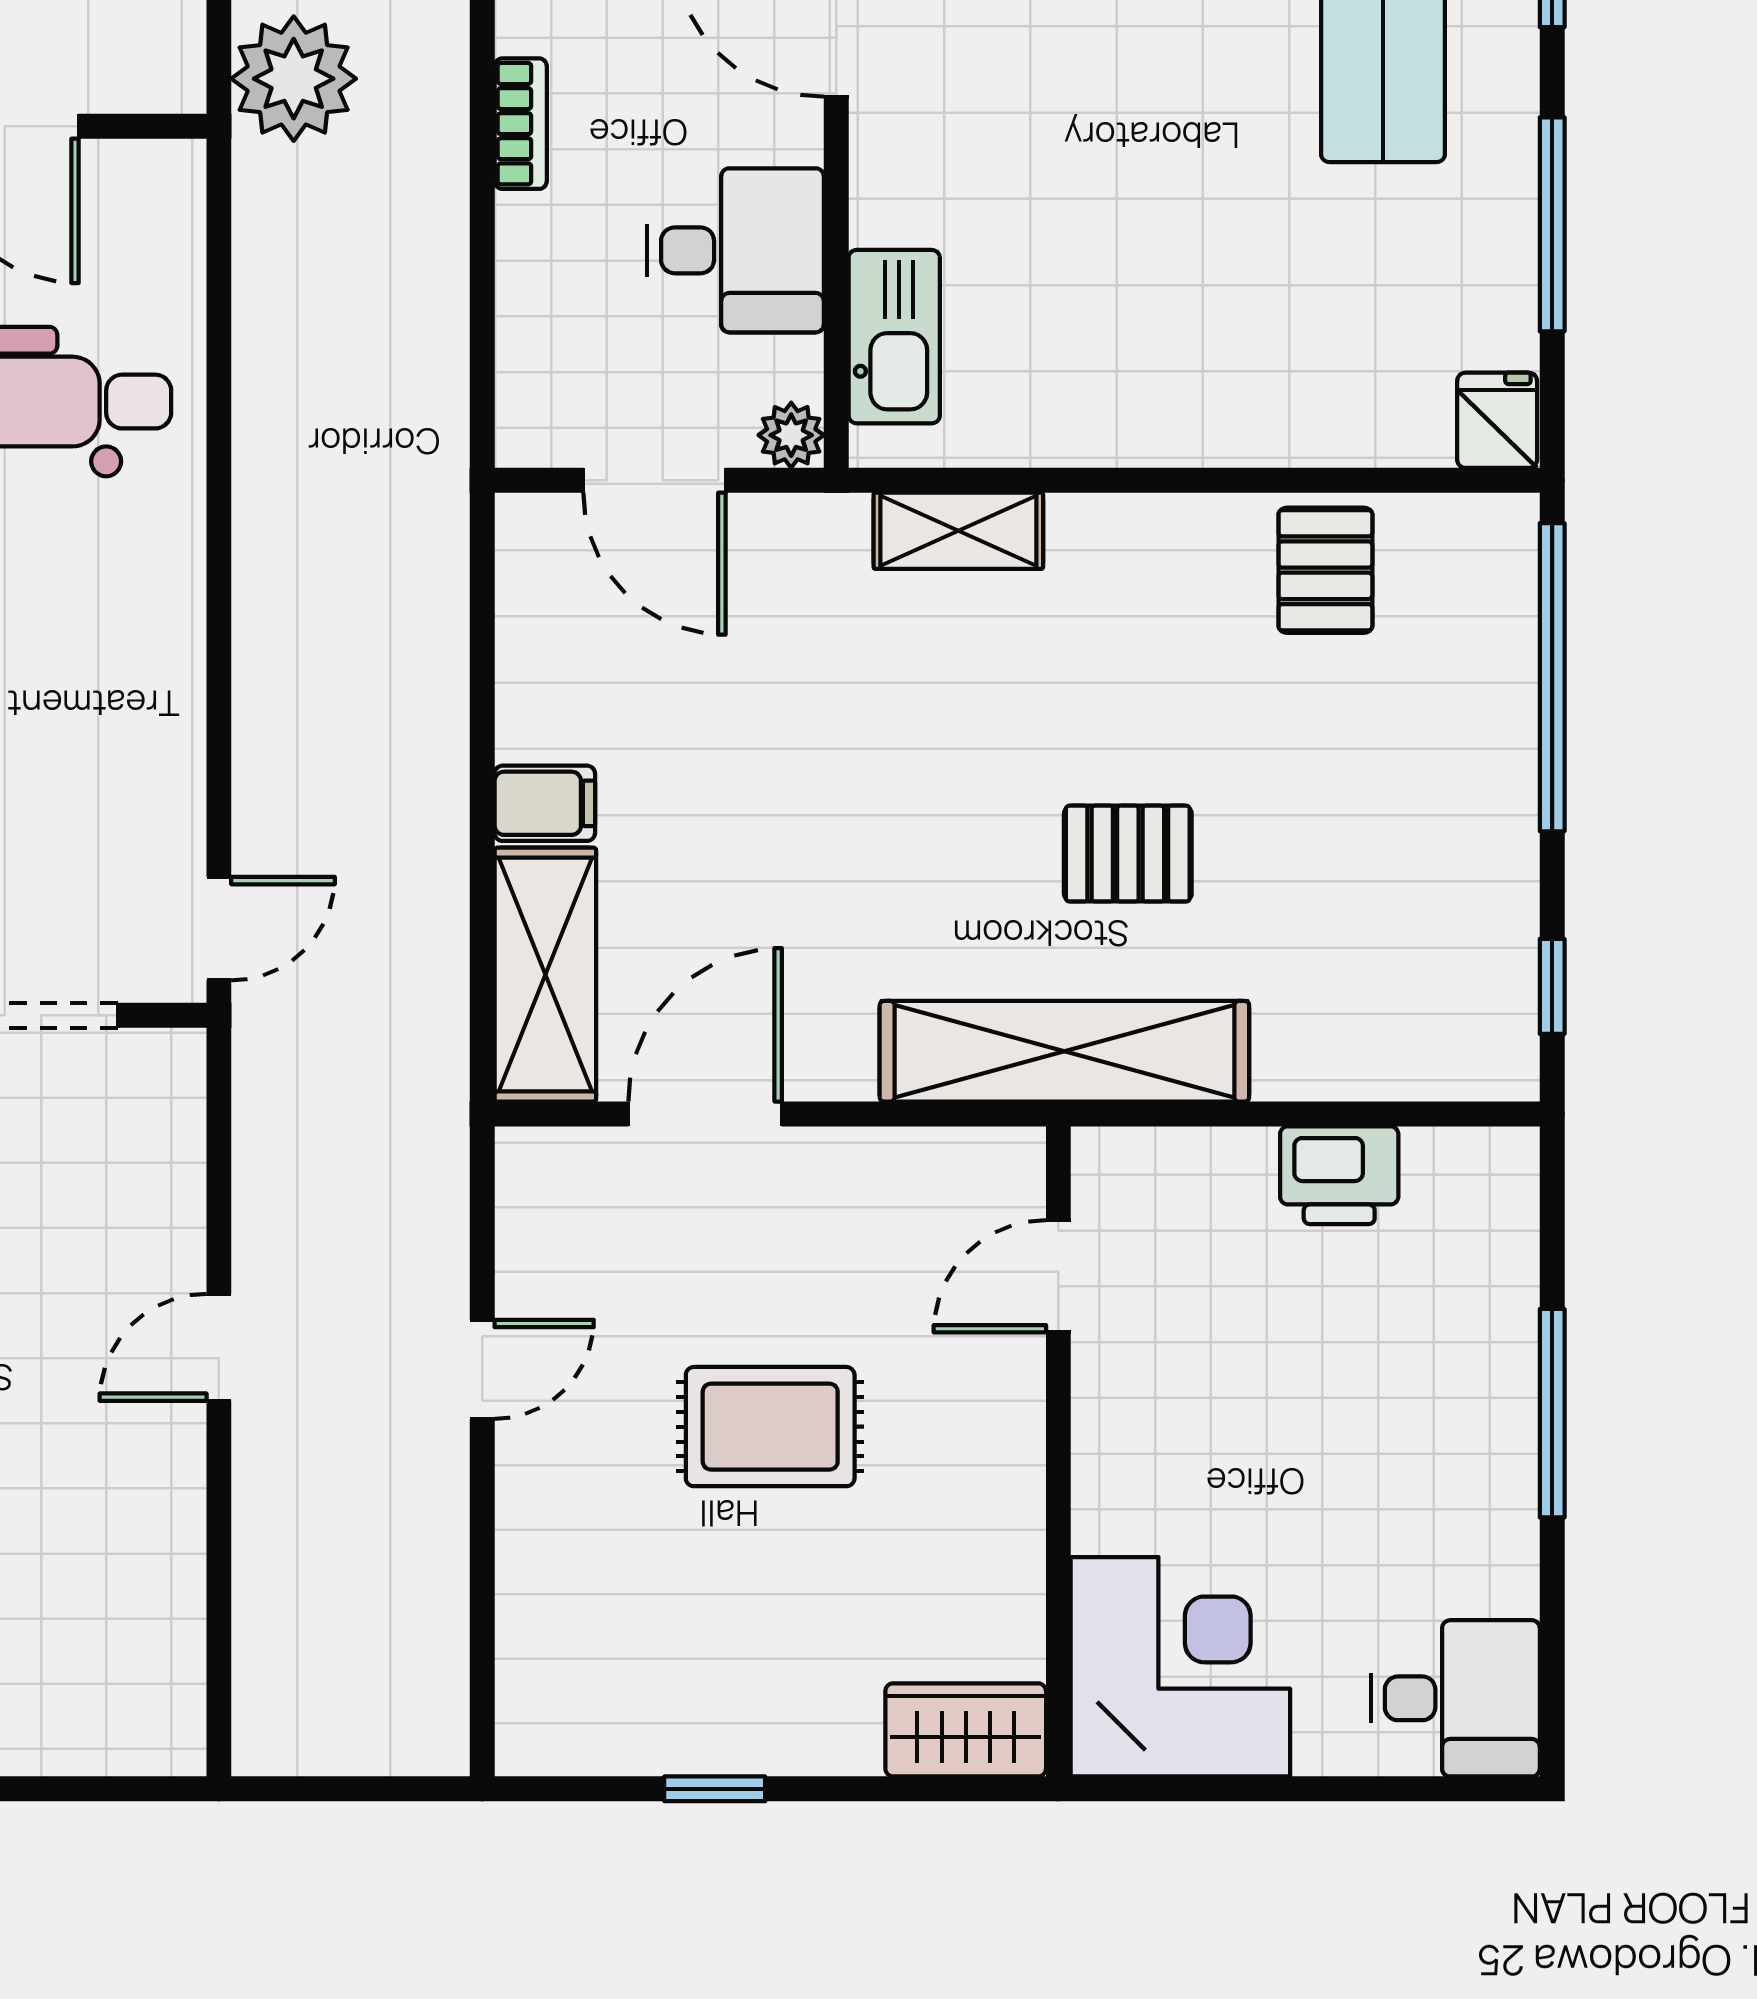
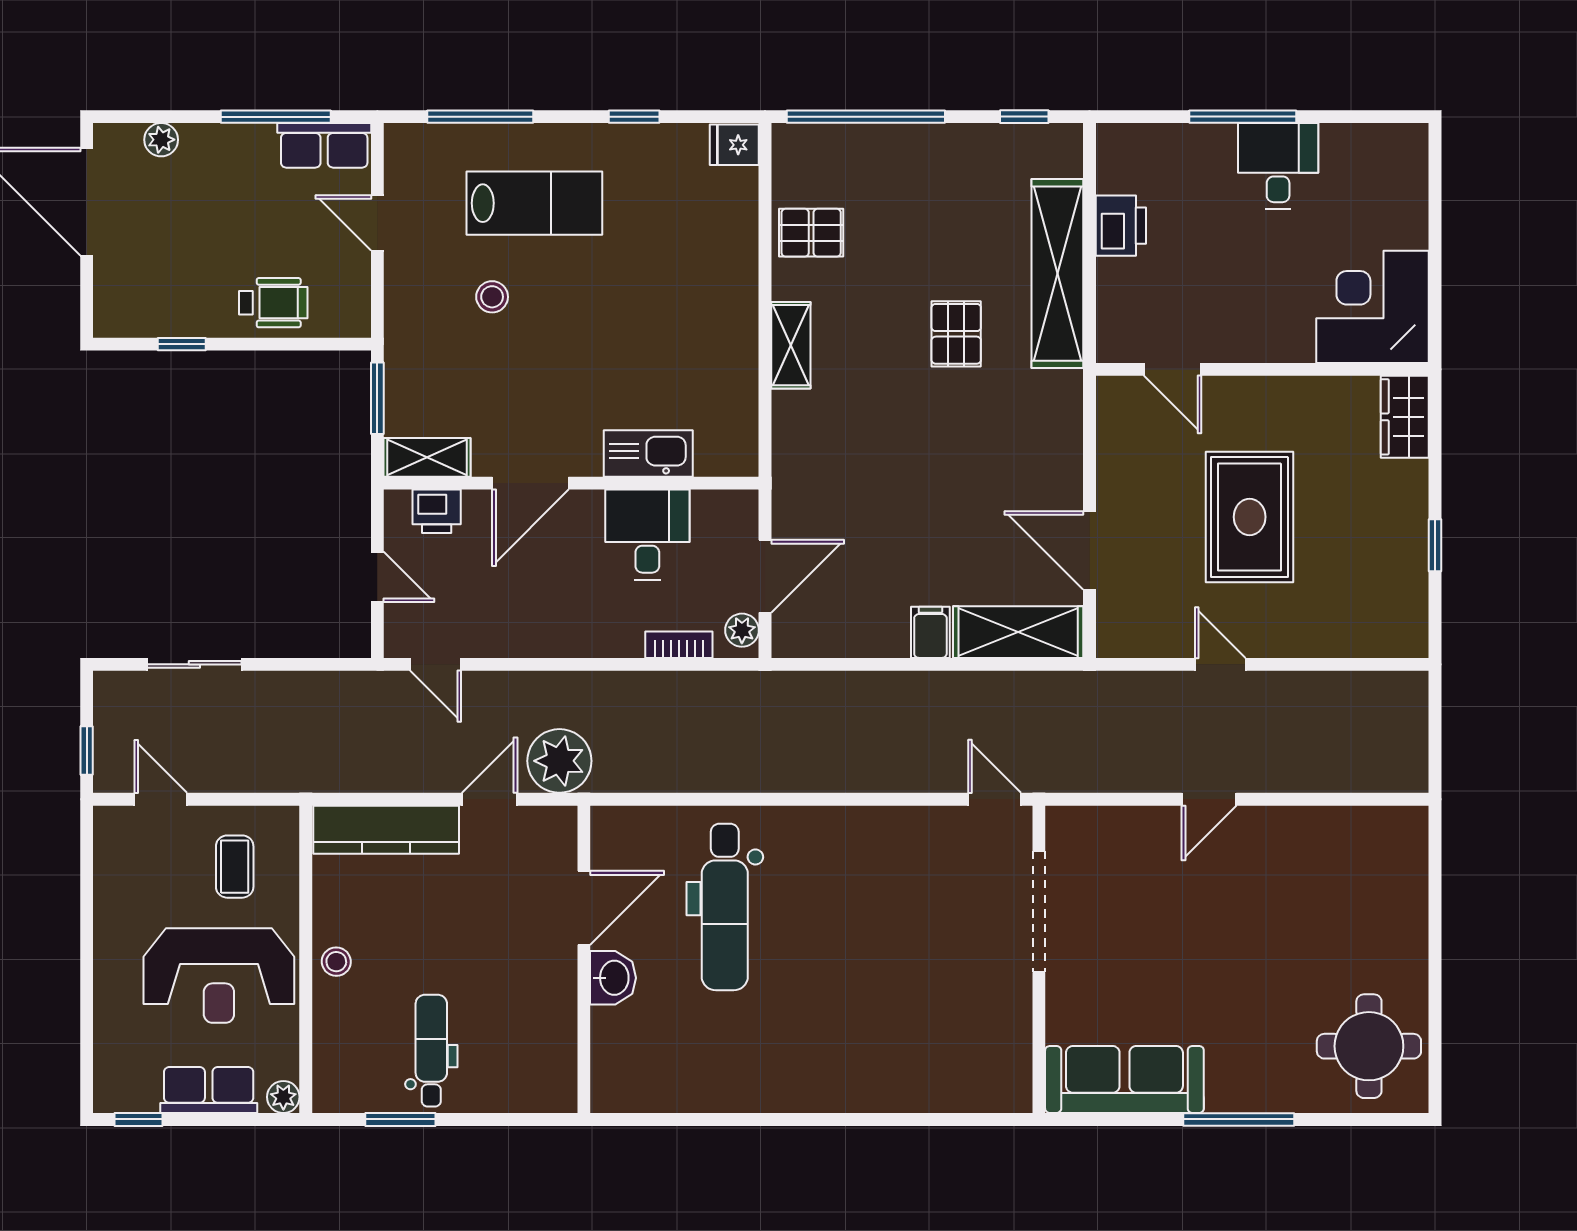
bookcase: (521, 124) -> (679, 645), moved
window: (1552, 224) -> (634, 117), width x0.46
kitchen sink: (894, 337) -> (648, 453), moved
plant: (791, 435) -> (742, 630), moved
shelving: (958, 531) -> (791, 345), moved
shelving: (1064, 1051) -> (1057, 274), moved
door: (219, 1347) -> (1209, 799), hinge flipped
rug: (770, 1427) -> (1250, 517), width x1.36, depth x1.43
desk: (1456, 1698) -> (1278, 166), moved

